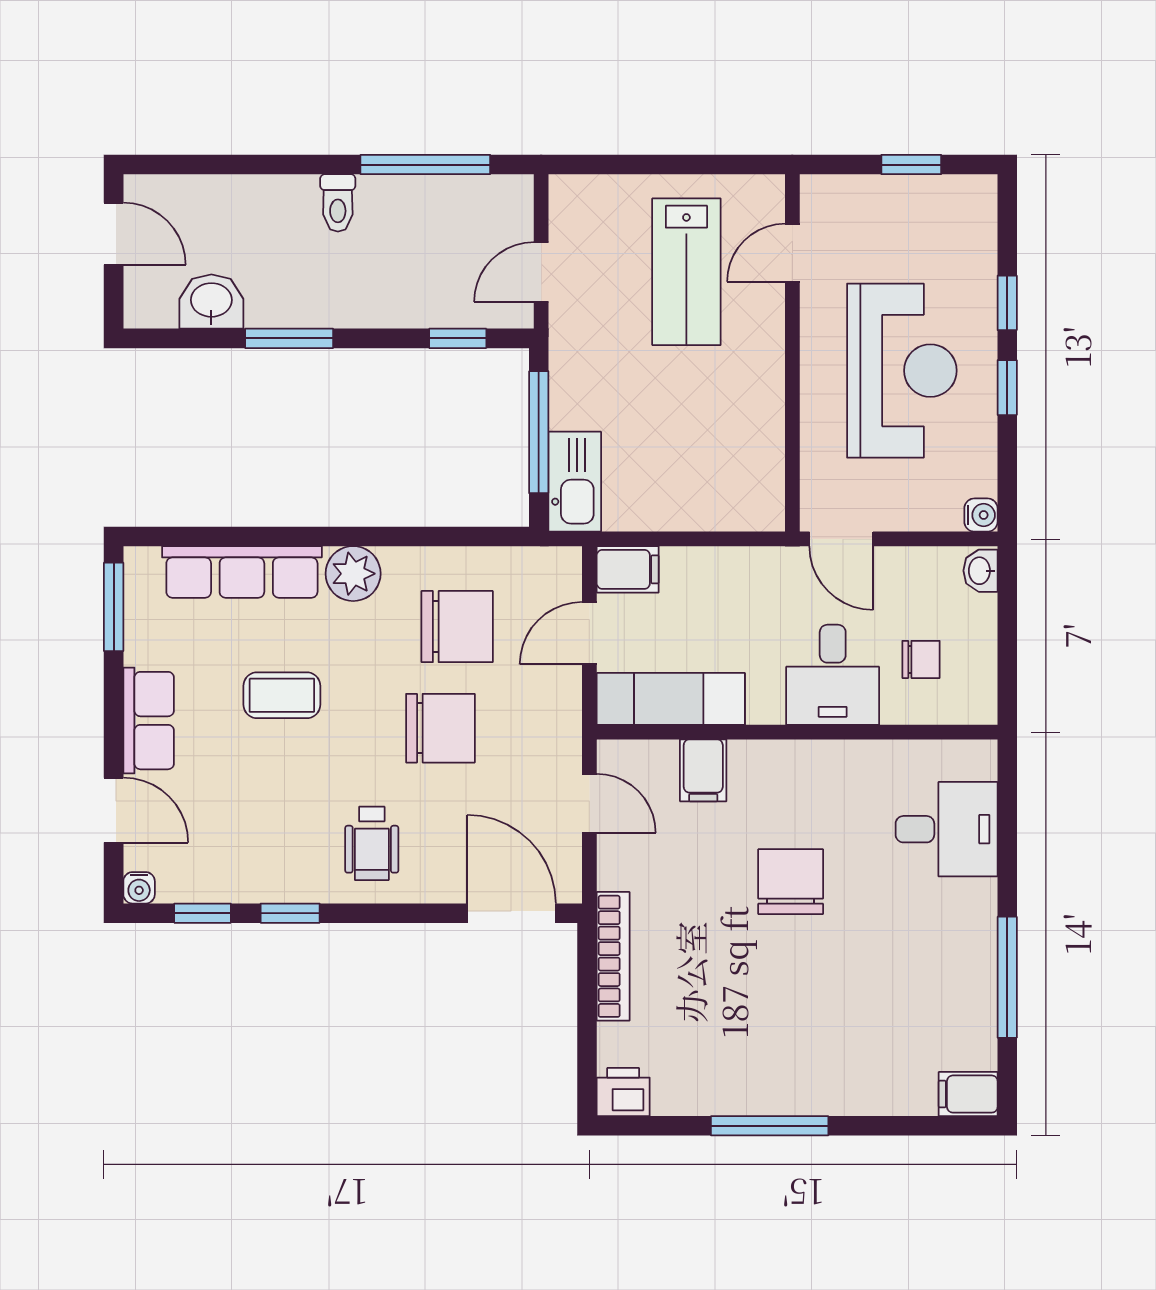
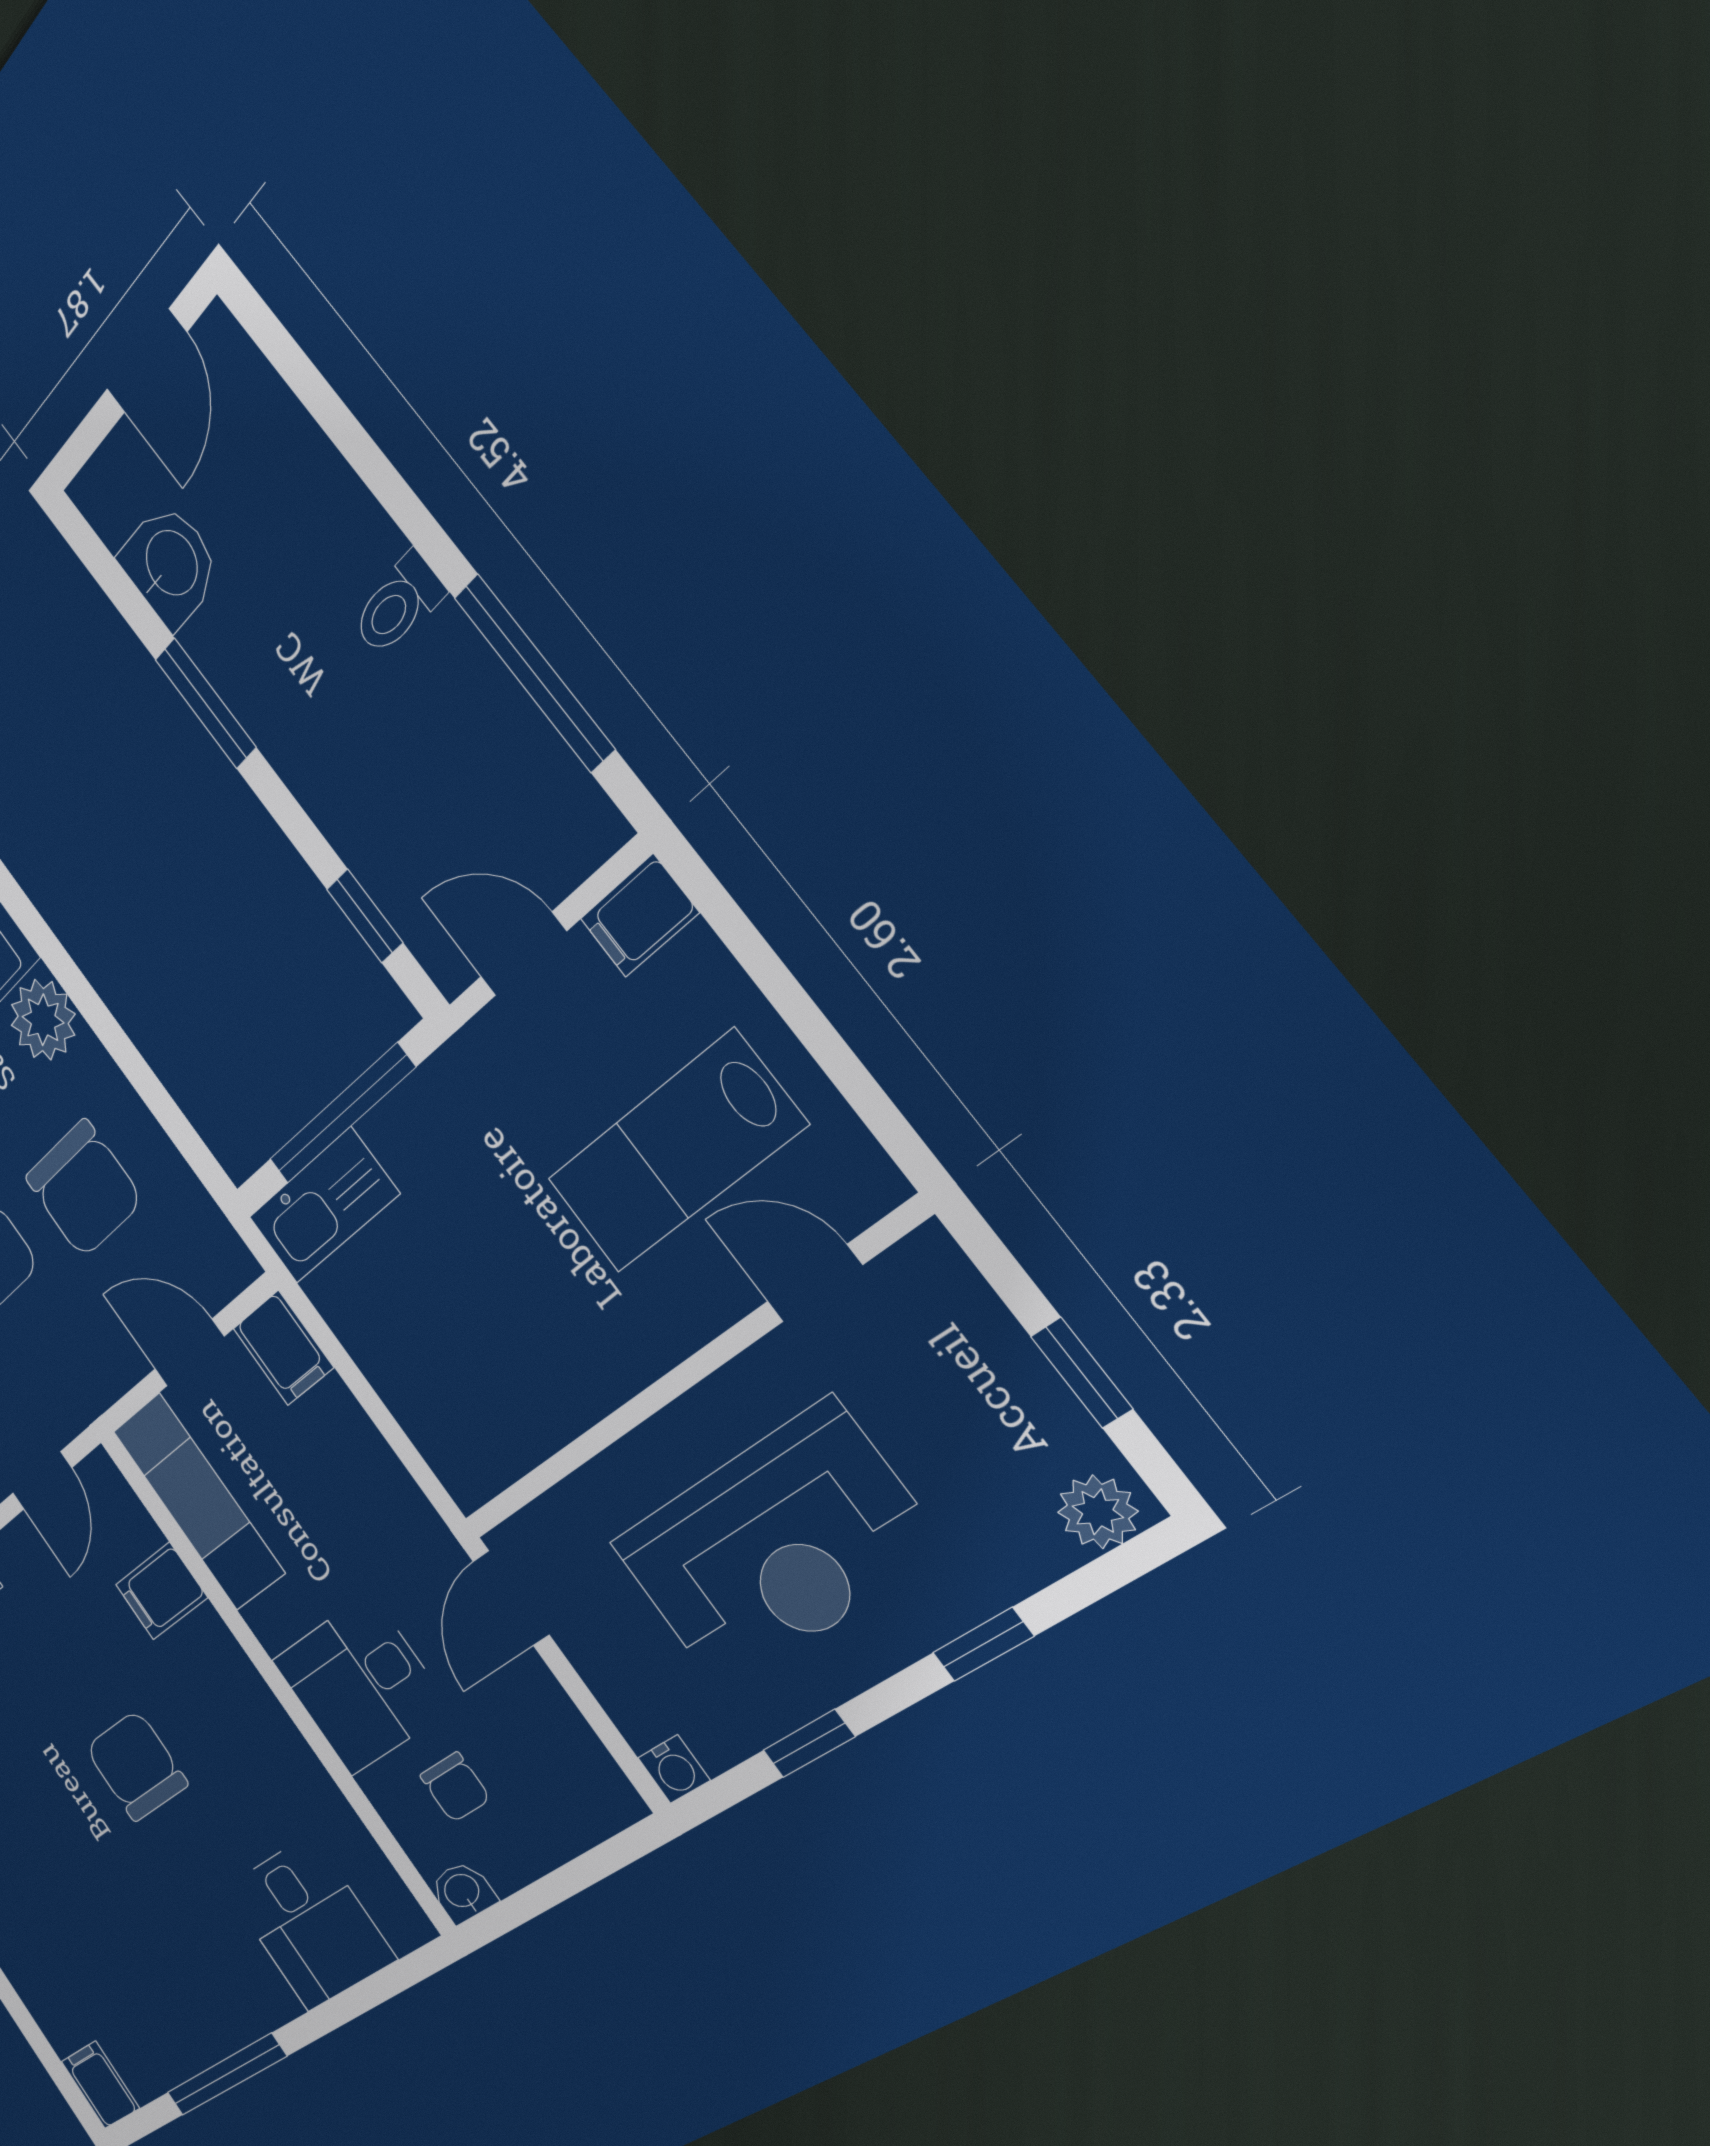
filing cabinet: (570, 203) -> (639, 916), added
plant: (977, 204) -> (1098, 1512), added
window: (1007, 388) -> (809, 1743), moved
washbasin: (980, 571) -> (463, 1892), moved
chair: (791, 882) -> (136, 1766), turned -90

